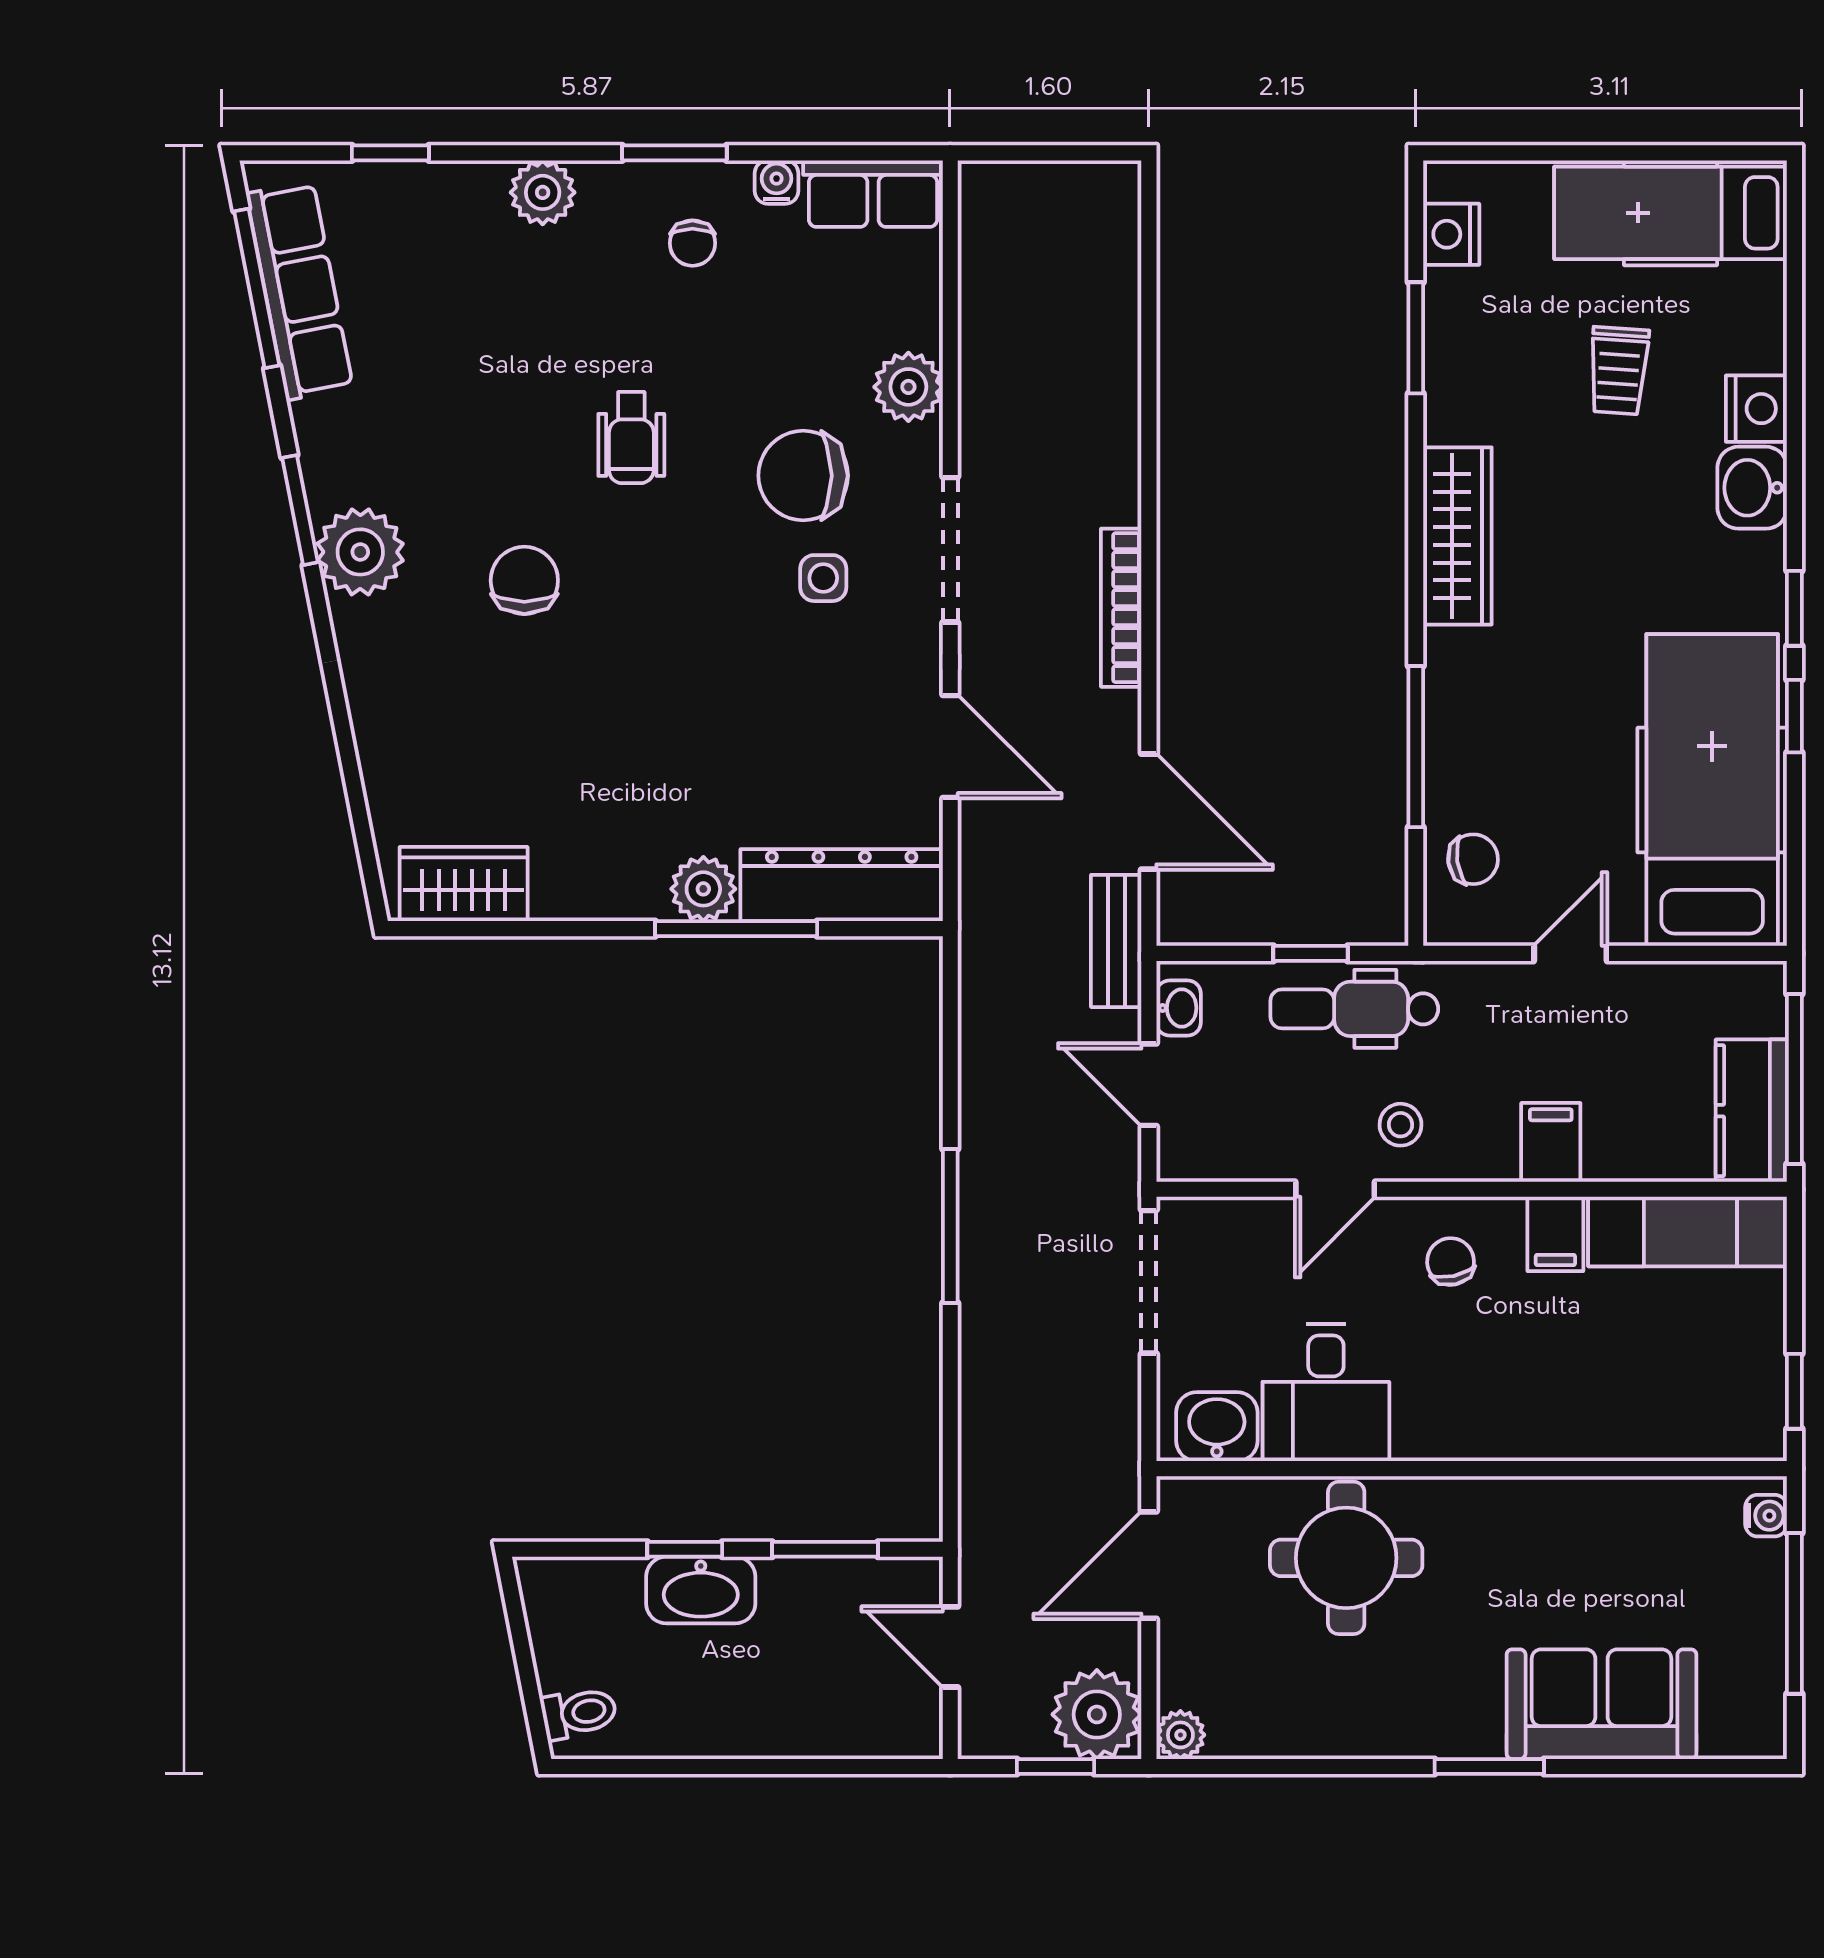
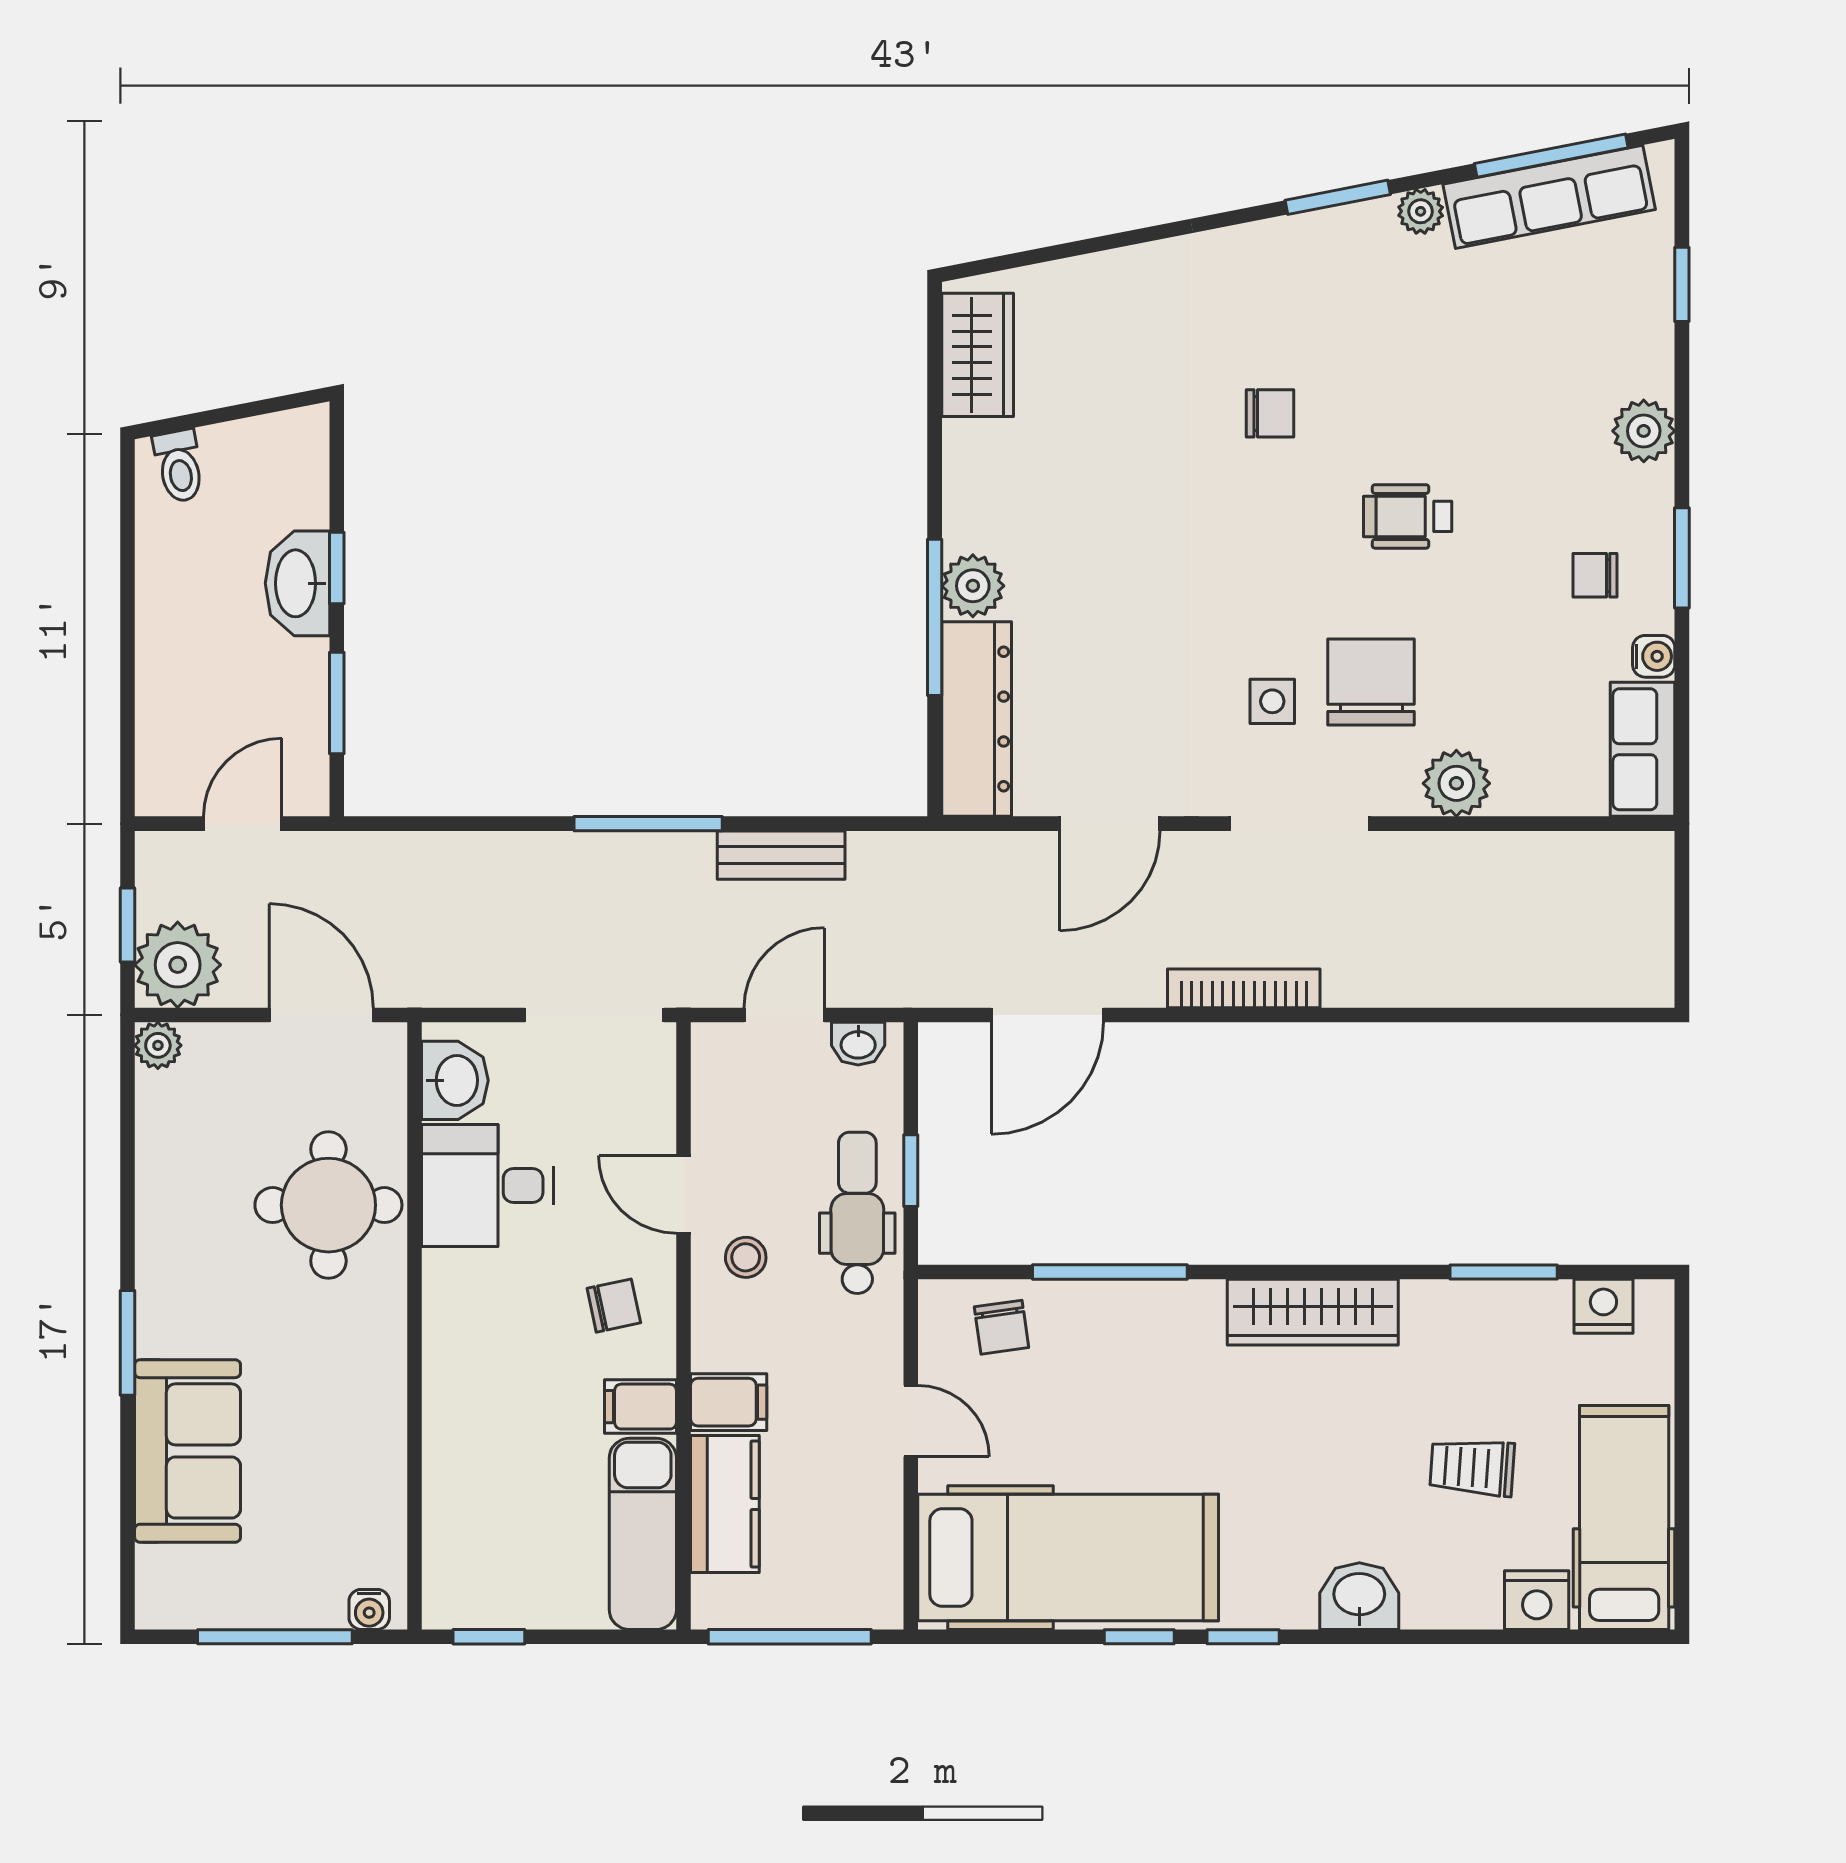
nightstand: (1756, 409) -> (1537, 1600), moved
plant: (360, 552) -> (1421, 211), moved, width x0.53, depth x0.53
chair: (524, 580) -> (1270, 413), width x0.73, depth x0.73
bench: (1116, 941) -> (781, 855), moved
kitchen counter: (1751, 1111) -> (725, 1504), moved, turned 90

